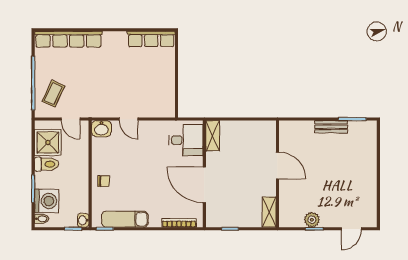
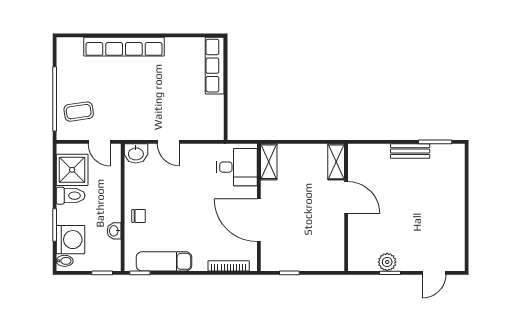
row of seats: (68, 39) -> (124, 47), moved
row of seats: (151, 39) -> (215, 66), moved, turned 90
coffee table: (53, 94) -> (79, 112), turned 57
shelving: (269, 212) -> (336, 162), moved
washbasin: (83, 220) -> (114, 231), moved

